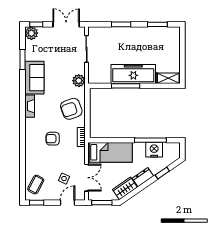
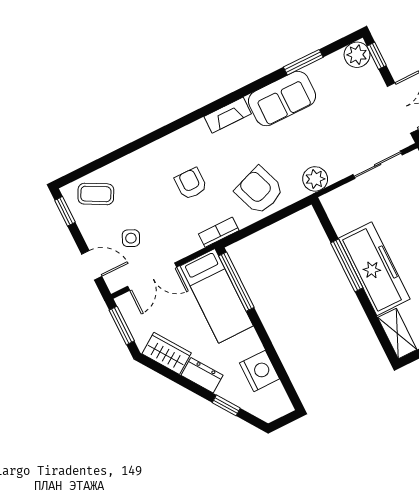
window: (150, 140) -> (236, 282), moved

